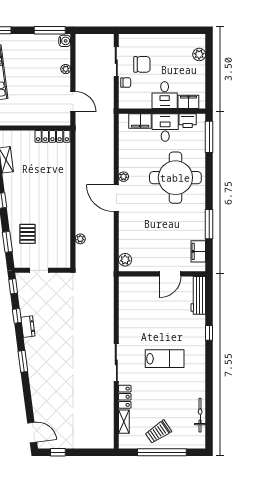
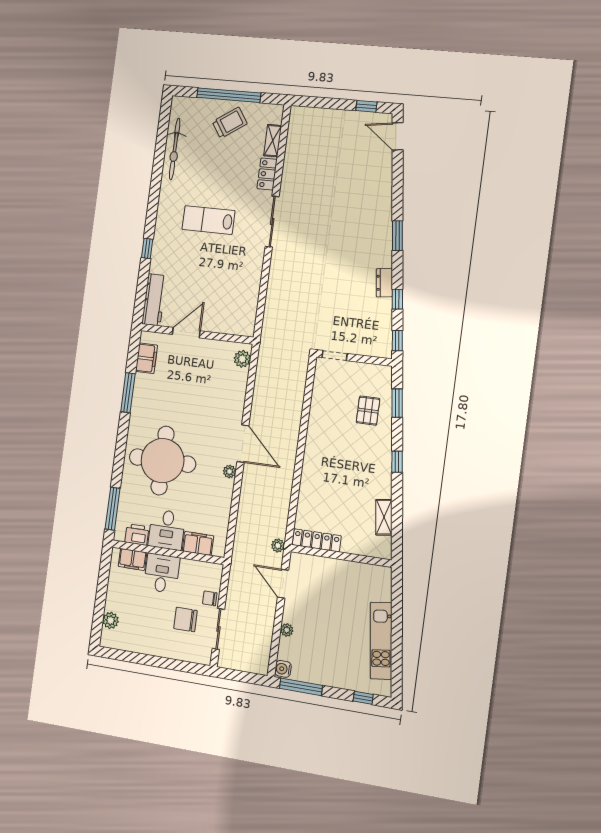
plant: (80, 239) -> (278, 546), moved
doorway: (39, 270) -> (335, 356), moved
bicycle: (200, 415) -> (175, 149), width x1.37, depth x1.40

